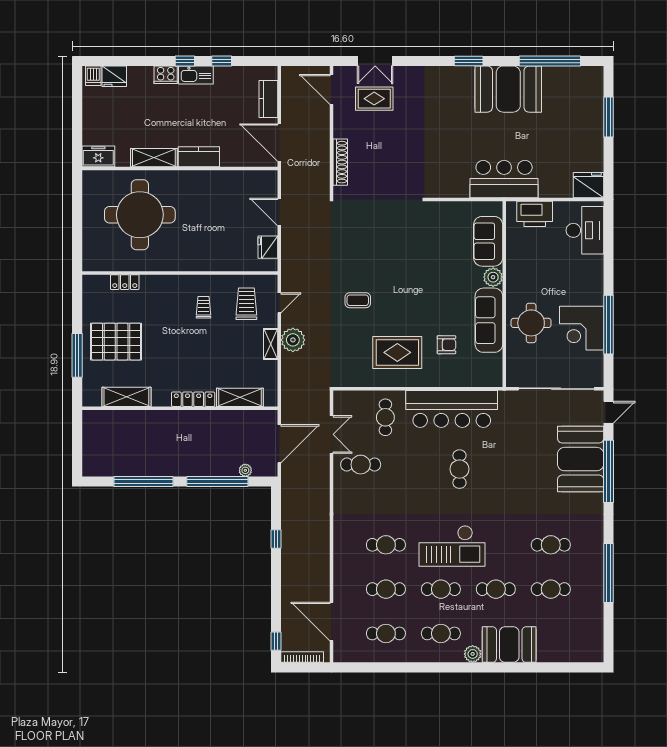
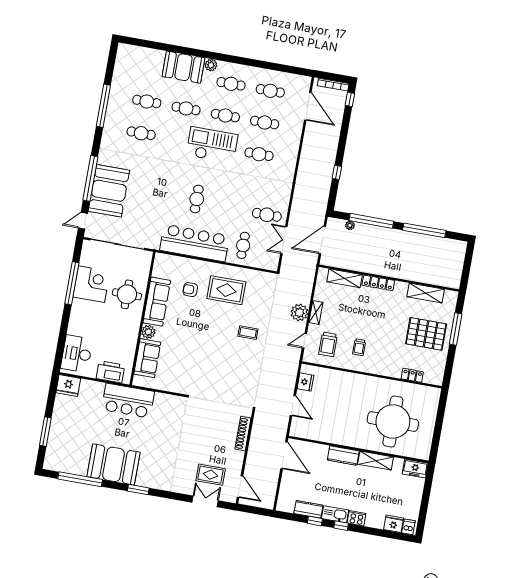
kitchen counter: (268, 99) -> (308, 509), moved, turned -90

